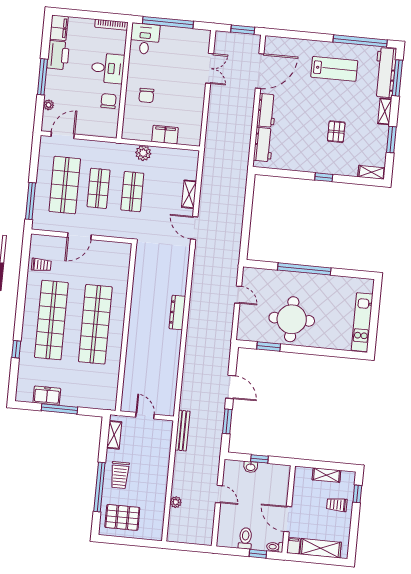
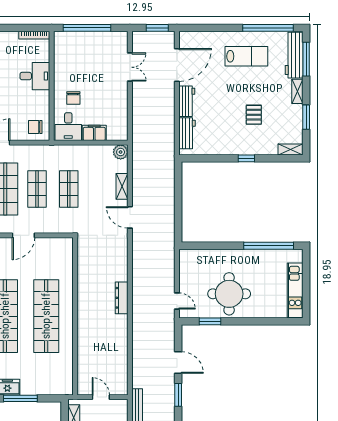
desk: (145, 39) -> (68, 127), moved, turned 180
chair: (109, 101) -> (35, 127), moved, turned -90
plant: (143, 153) -> (121, 152), moved
window: (304, 269) -> (269, 246), moved
door: (238, 295) -> (177, 301), moved

